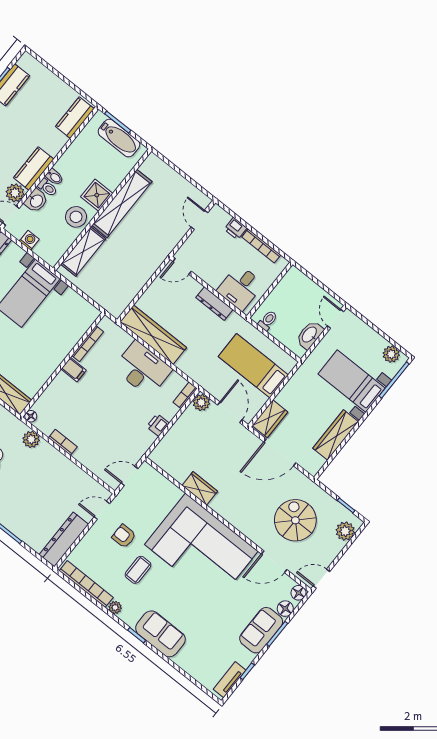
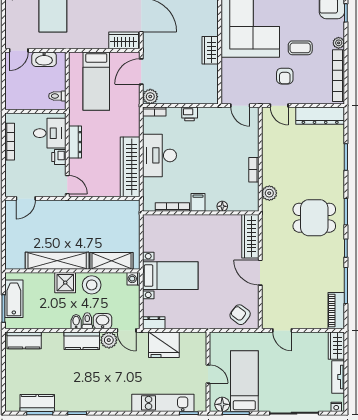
printer: (235, 229) -> (59, 157), moved, turned 180
washing machine: (29, 240) -> (133, 279), moved
floor lamp: (31, 416) -> (222, 206), moved

